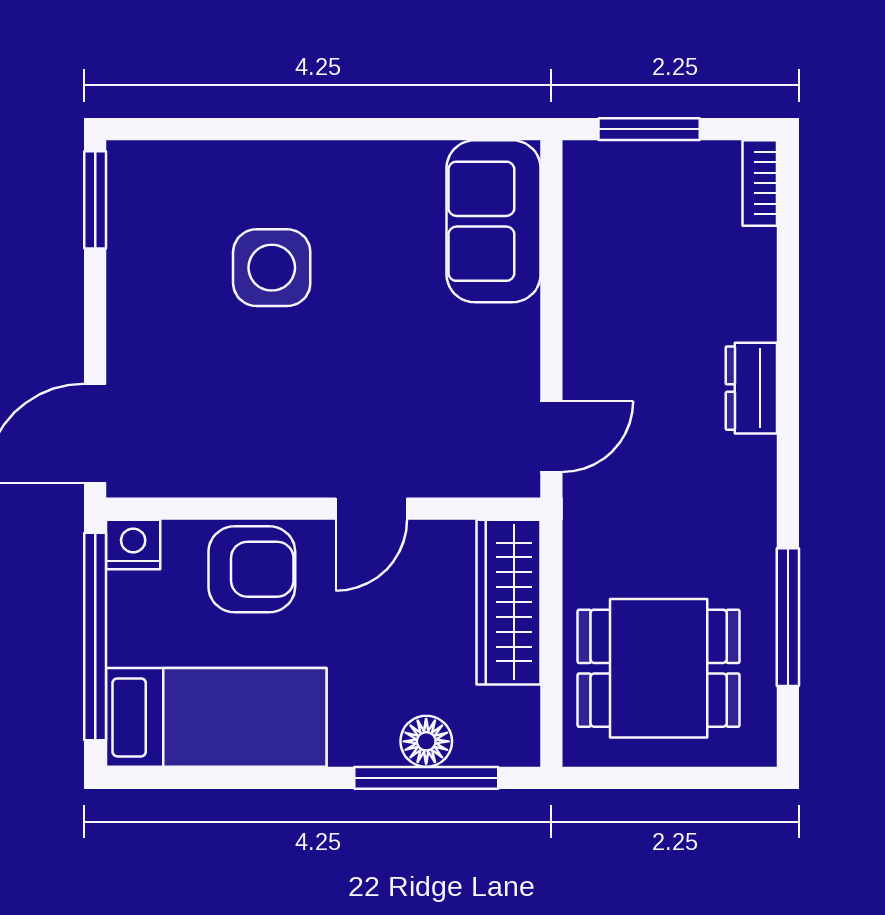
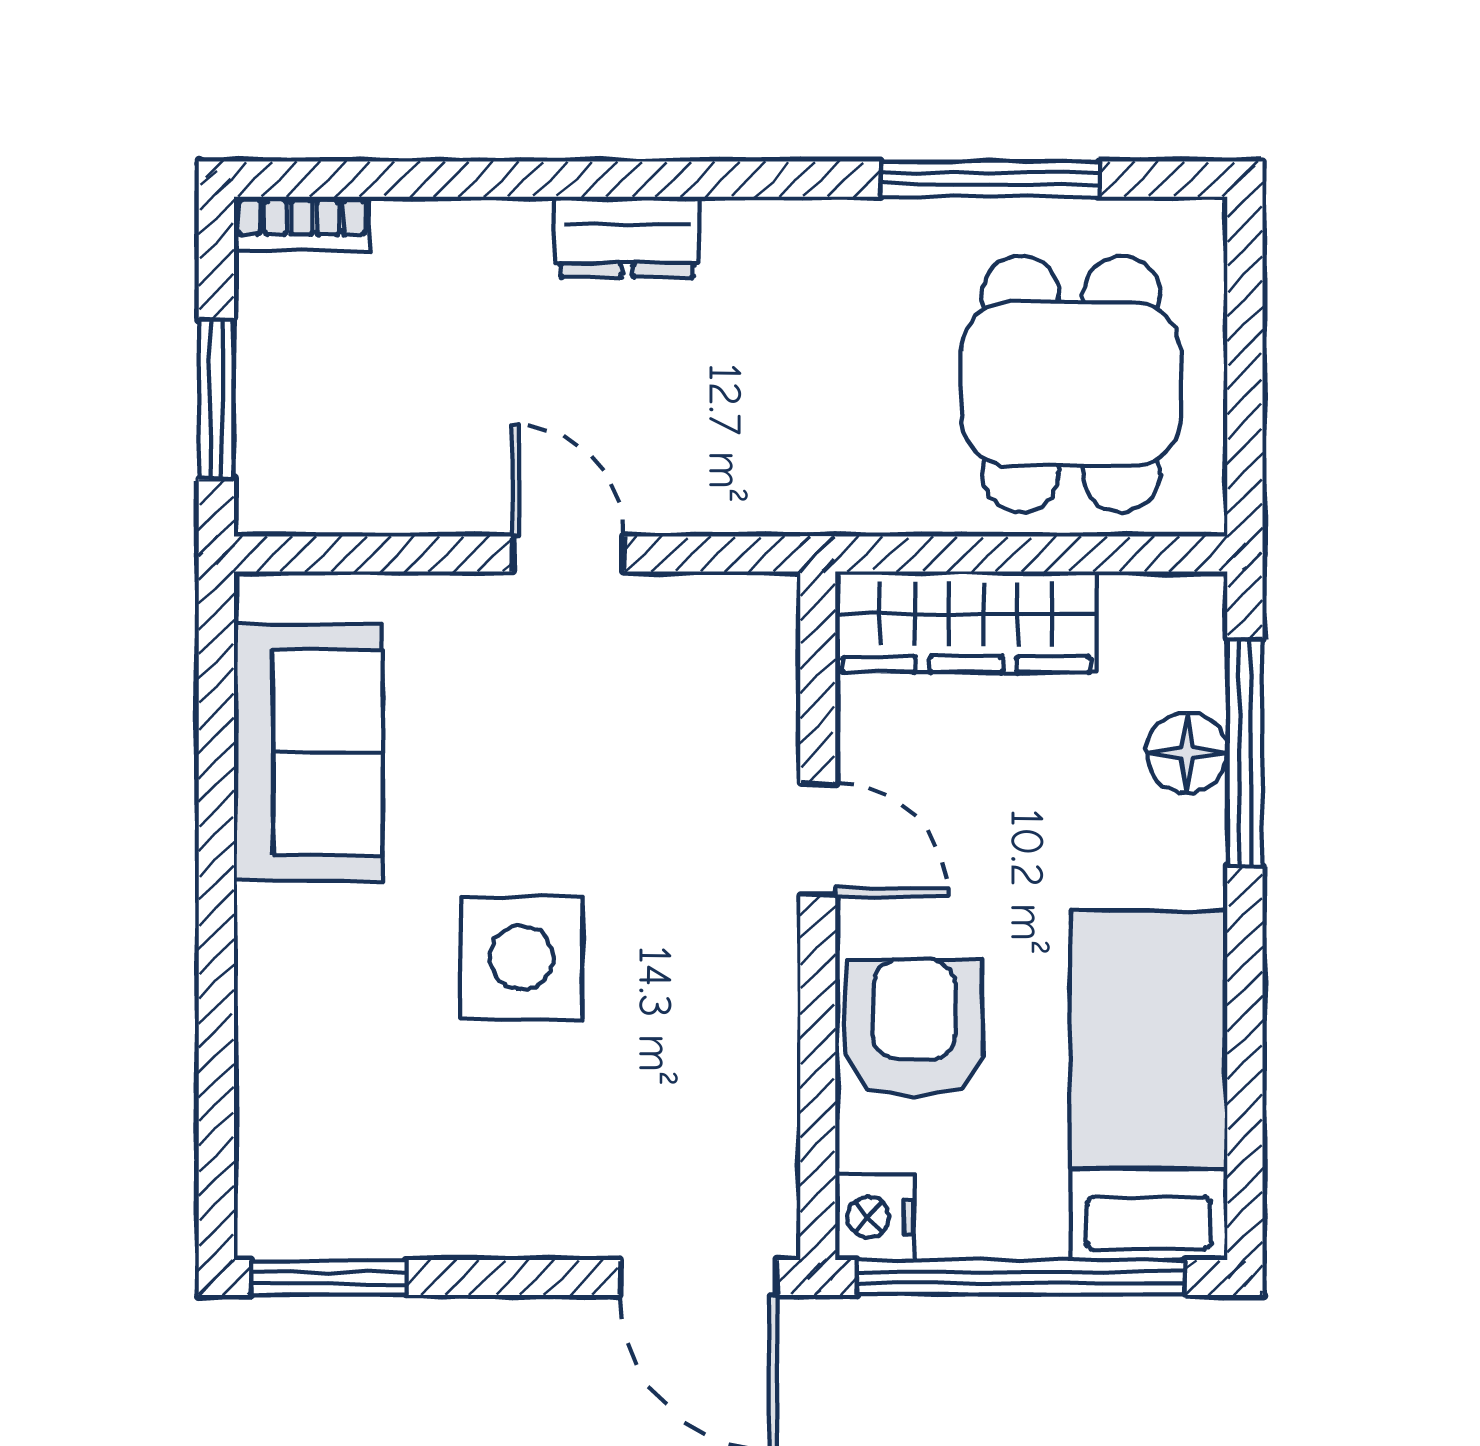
sofa: (494, 221) -> (308, 752), moved, turned -90
side table: (272, 268) -> (522, 958), moved
door: (551, 436) -> (568, 554), moved

